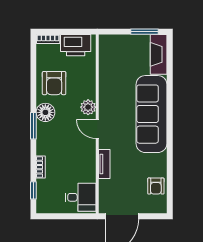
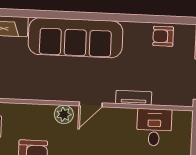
armchair: (156, 186) -> (163, 36), turned 180
desk: (81, 197) -> (154, 127), moved

